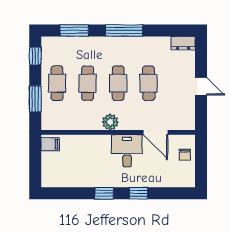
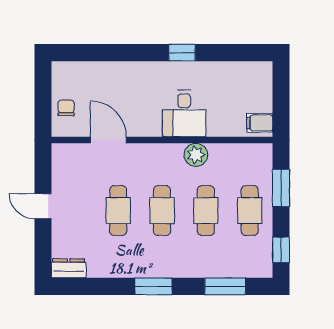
window: (124, 30) -> (154, 286), width x0.69
plant: (110, 122) -> (196, 155), moved
desk: (127, 151) -> (184, 113), moved
window: (138, 193) -> (133, 53), removed

